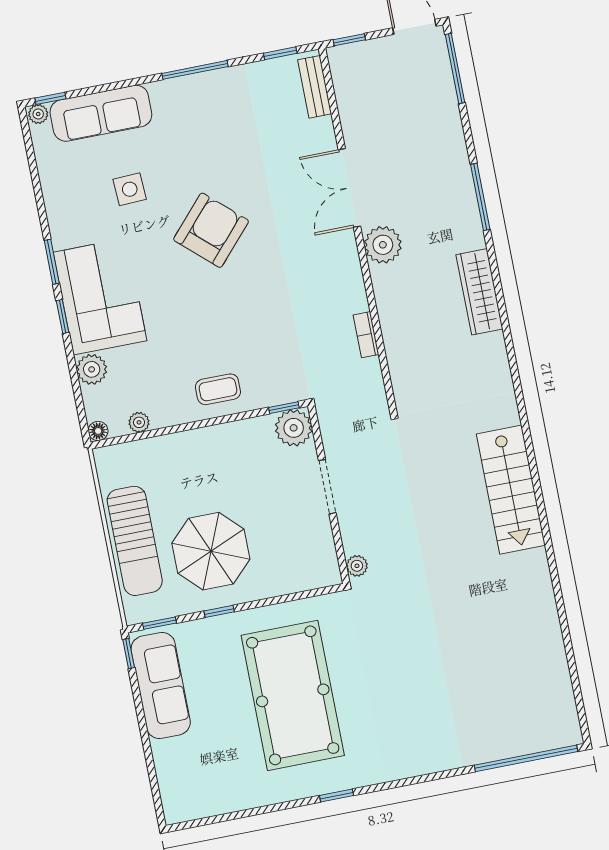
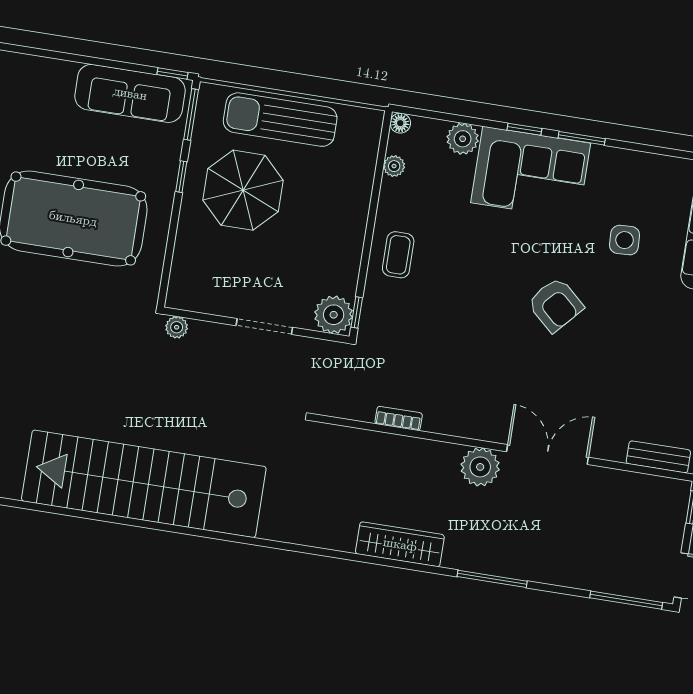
armchair: (211, 230) -> (556, 305), width x0.73, depth x0.73
stairs: (511, 490) -> (144, 484), width x1.86, depth x1.51
window: (160, 623) -> (191, 114), width x1.50

